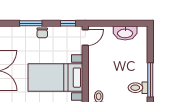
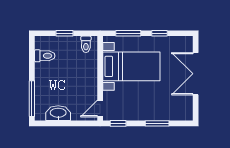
chair: (42, 33) -> (145, 113), removed
window: (150, 80) -> (32, 99), moved

